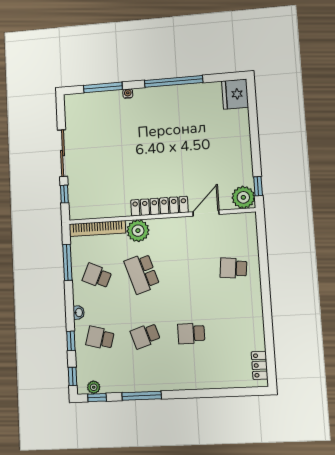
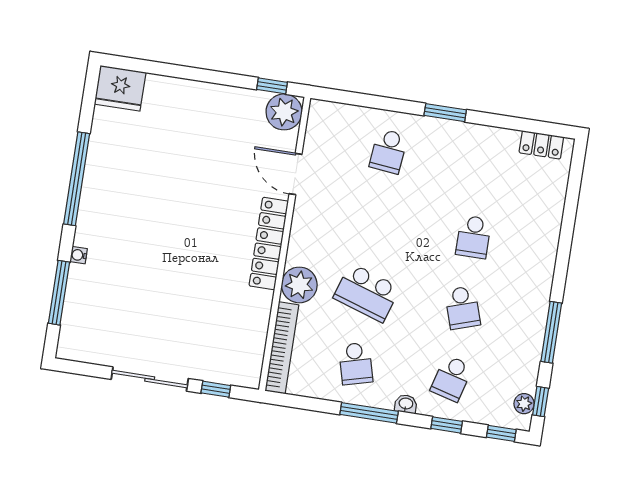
window: (67, 262) -> (369, 413), moved
school desk: (142, 273) -> (367, 293), turned 36
school desk: (97, 276) -> (356, 364), turned -39
window: (266, 299) -> (445, 113), added

